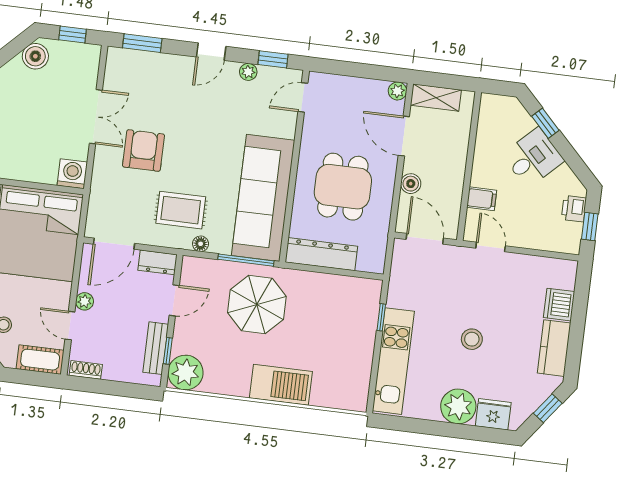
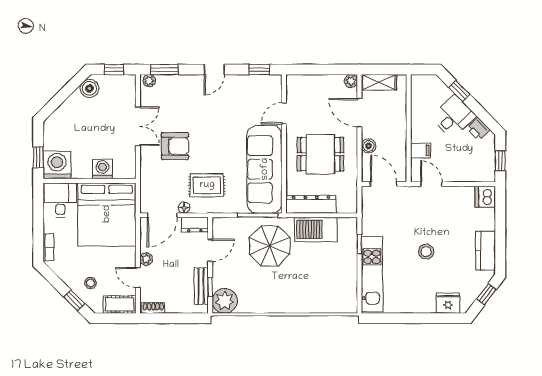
plant: (248, 72) -> (149, 81), moved
door: (303, 97) -> (284, 113), moved
armchair: (144, 150) -> (175, 146), turned 90
washing machine: (72, 174) -> (102, 169), moved
dining table: (343, 187) -> (320, 154), turned 90
printer: (574, 209) -> (478, 129), moved, turned -44
floor lamp: (201, 244) -> (184, 208), moved
dishwasher: (559, 305) -> (485, 197), moved
barbecue: (281, 385) -> (316, 230), moved, turned 180
plant: (458, 406) -> (422, 301), removed

